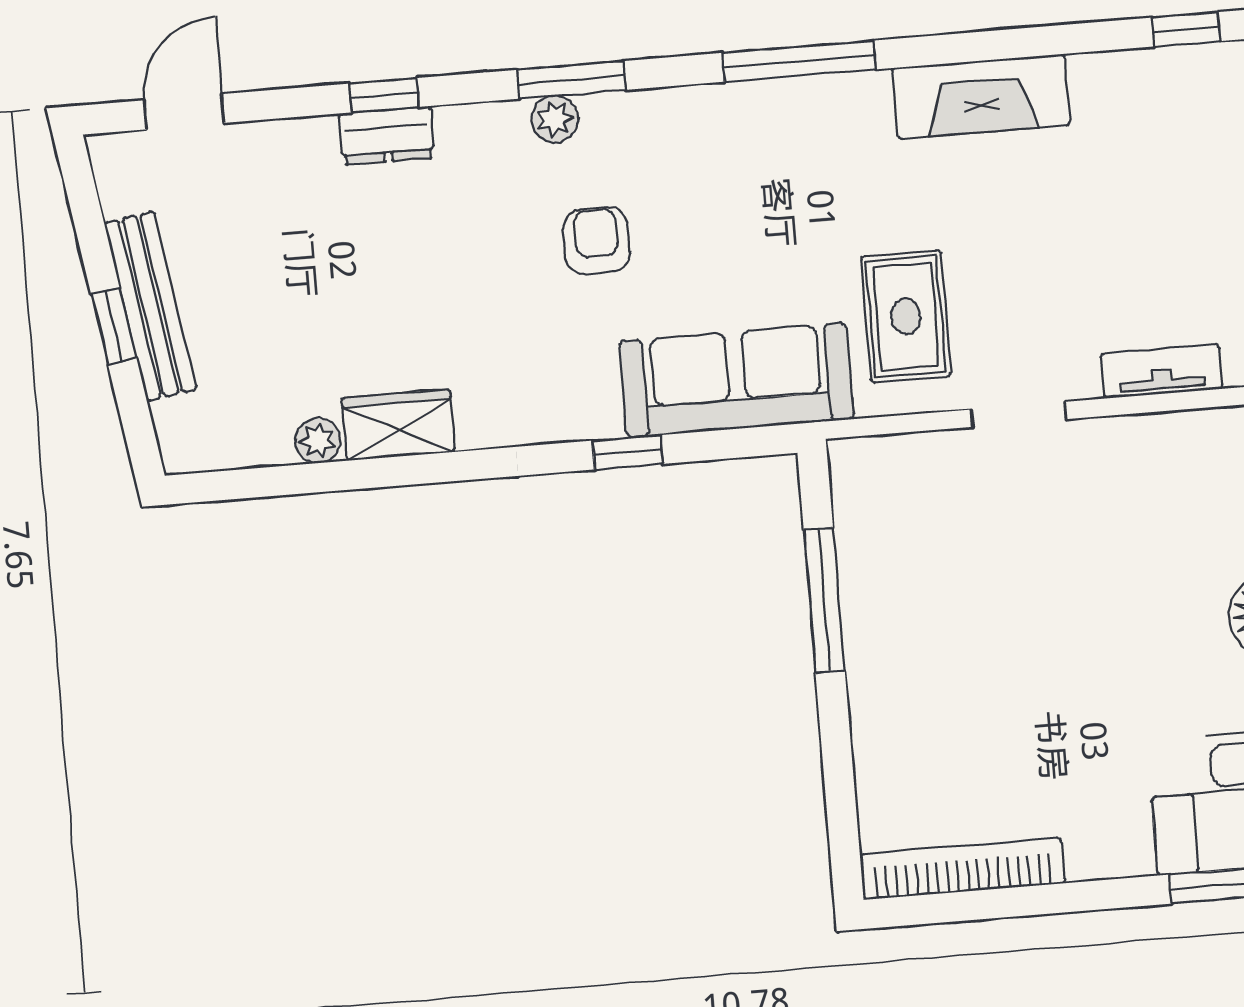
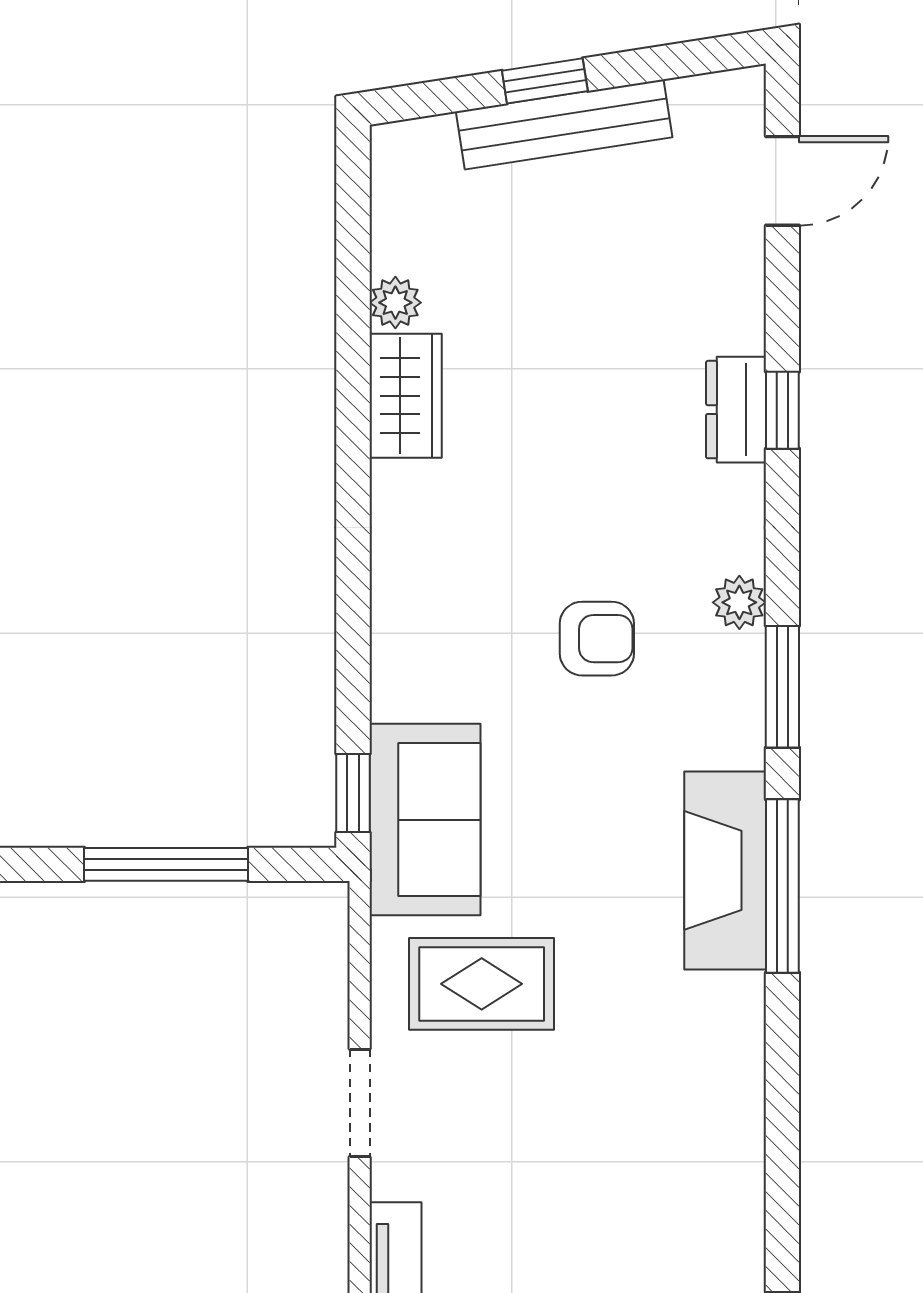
window: (572, 80) -> (782, 687), moved
fireplace: (981, 96) -> (725, 870), moved
door: (184, 112) -> (782, 181), hinge flipped
sofa: (736, 380) -> (425, 820), width x0.73
window: (628, 452) -> (353, 793), moved

